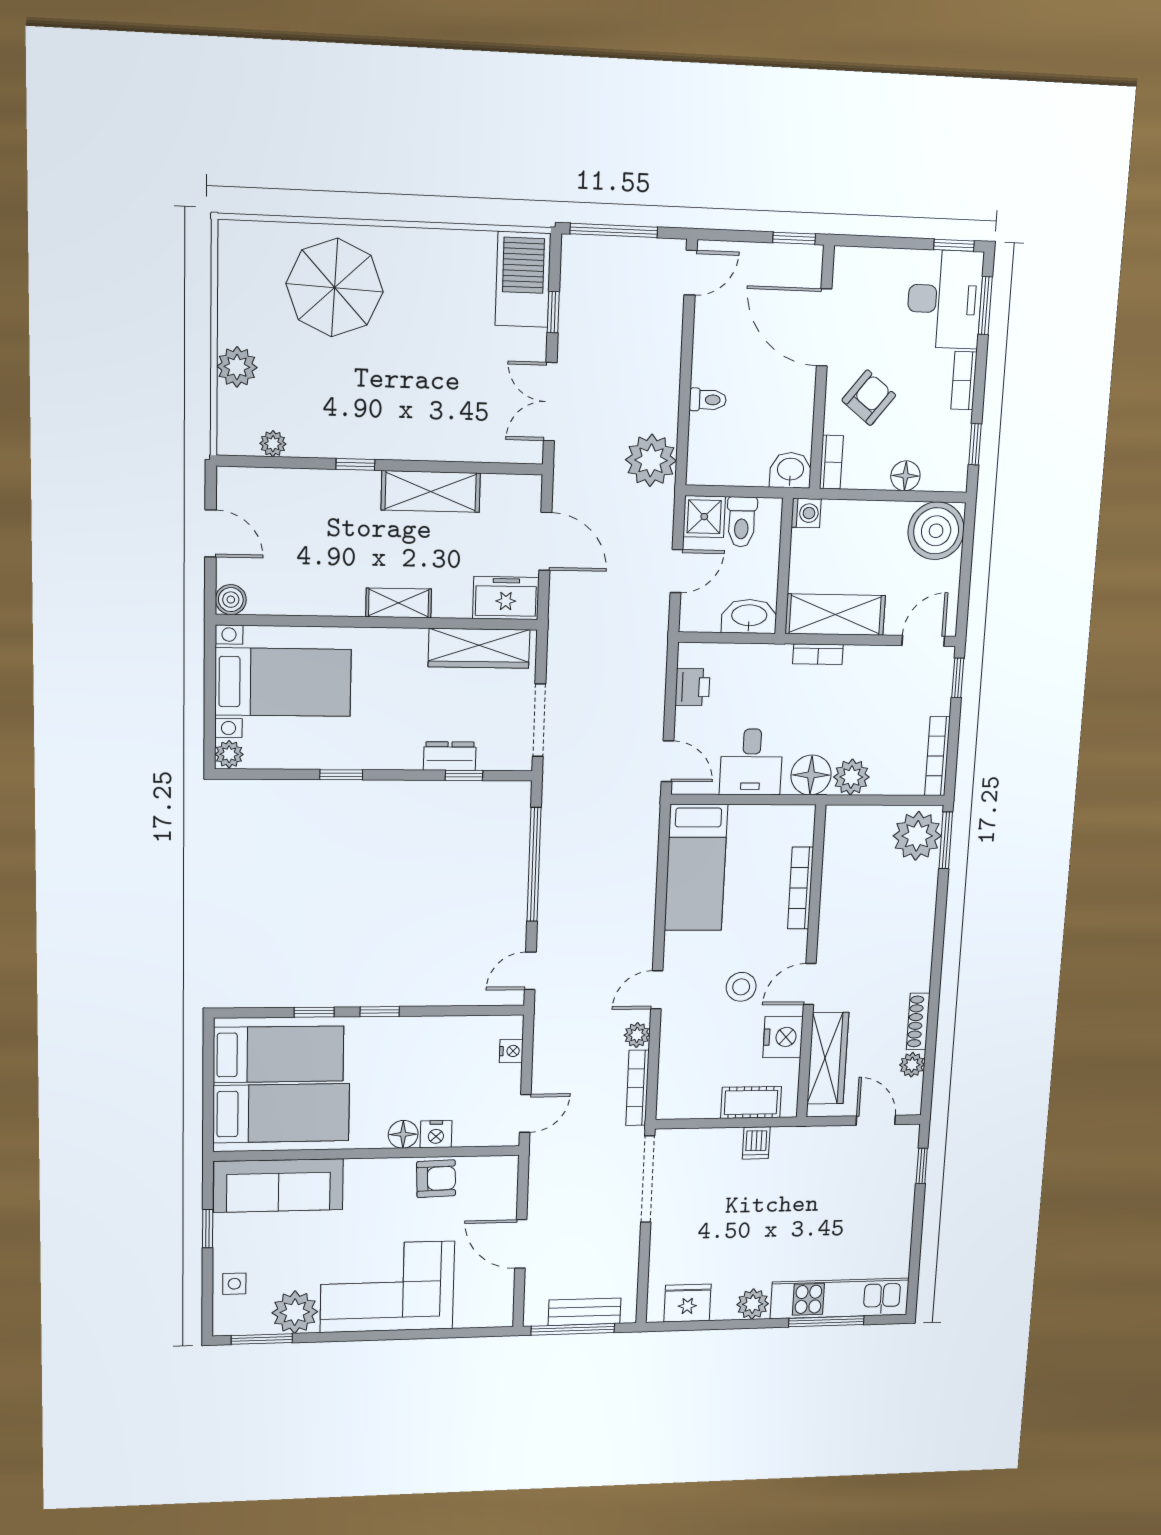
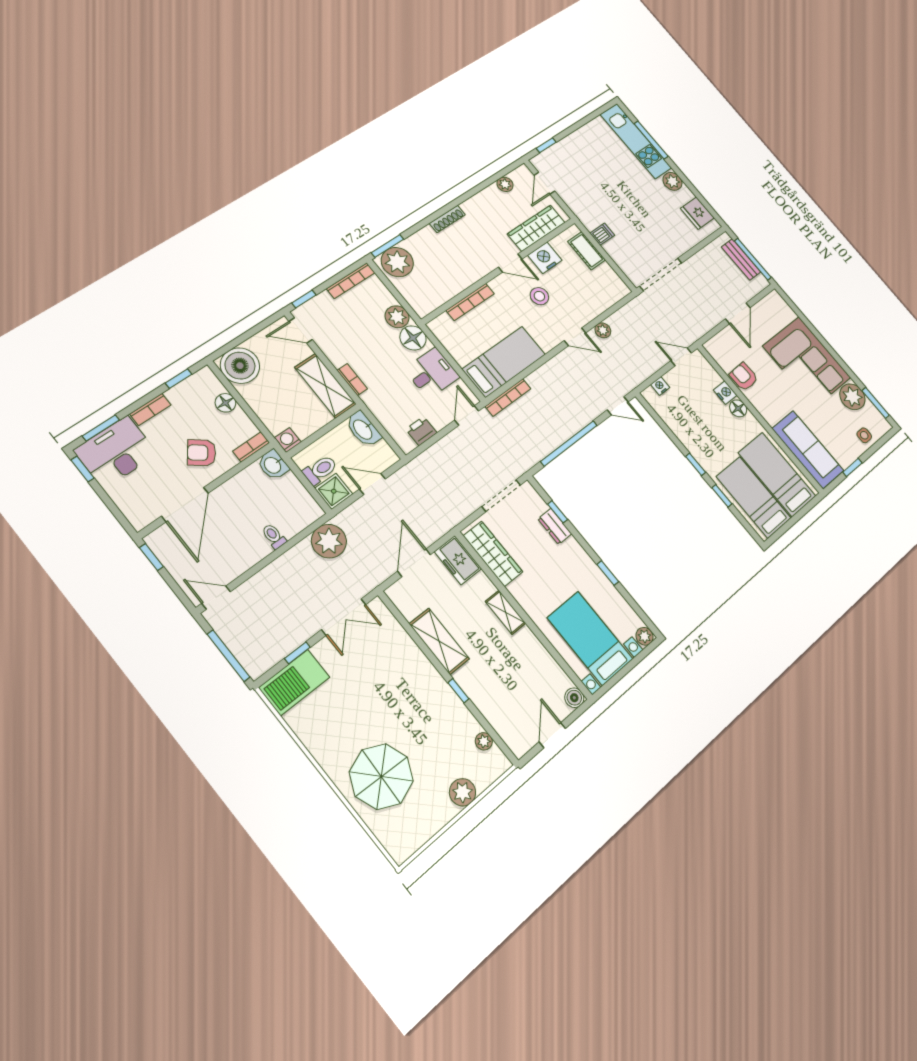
shoe rack: (918, 1021) -> (447, 219), moved
bookcase: (637, 1088) -> (508, 397), moved

